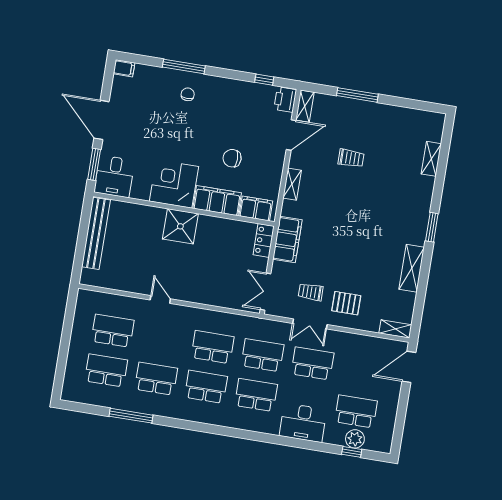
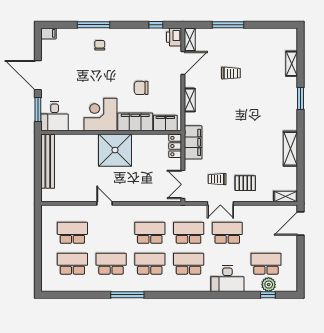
shower: (180, 226) -> (115, 150), width x1.37, depth x1.37
window: (432, 227) -> (301, 98), moved
window: (131, 416) -> (127, 295), moved

